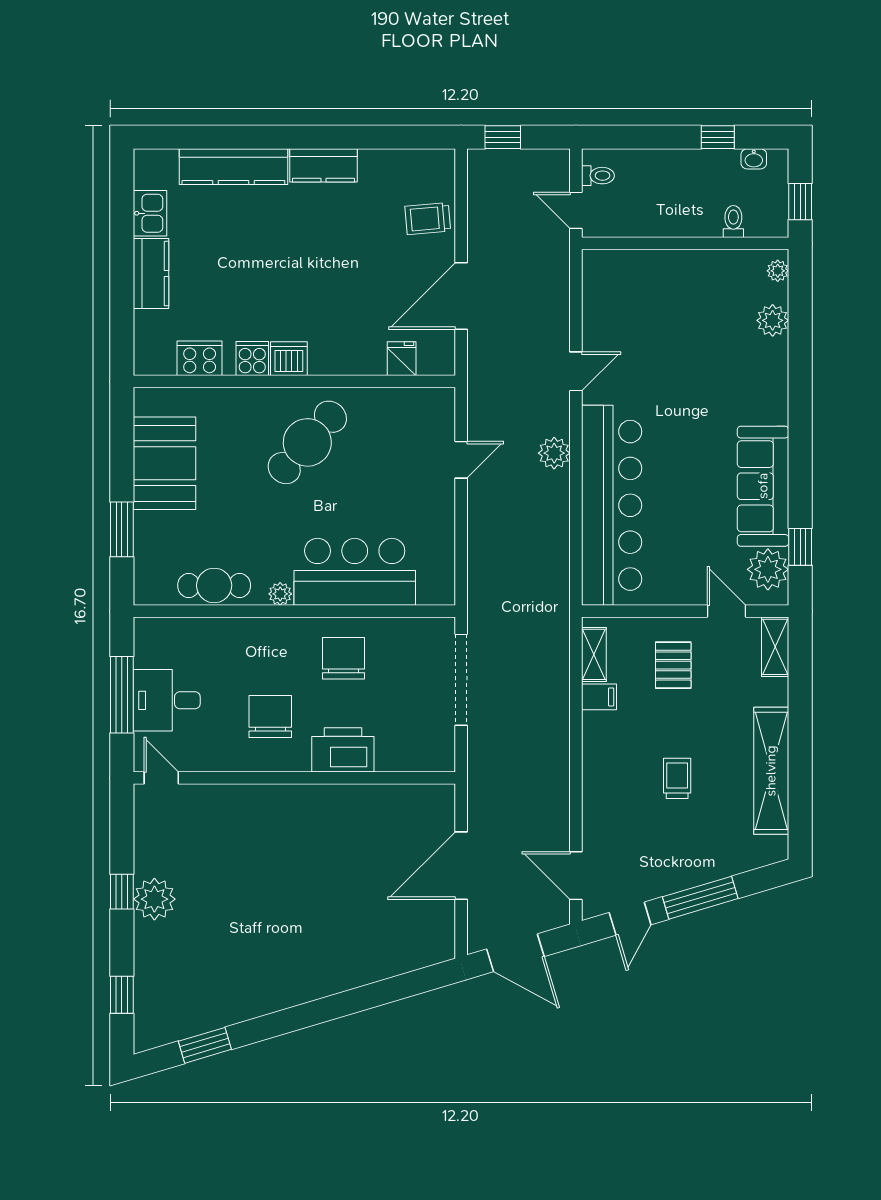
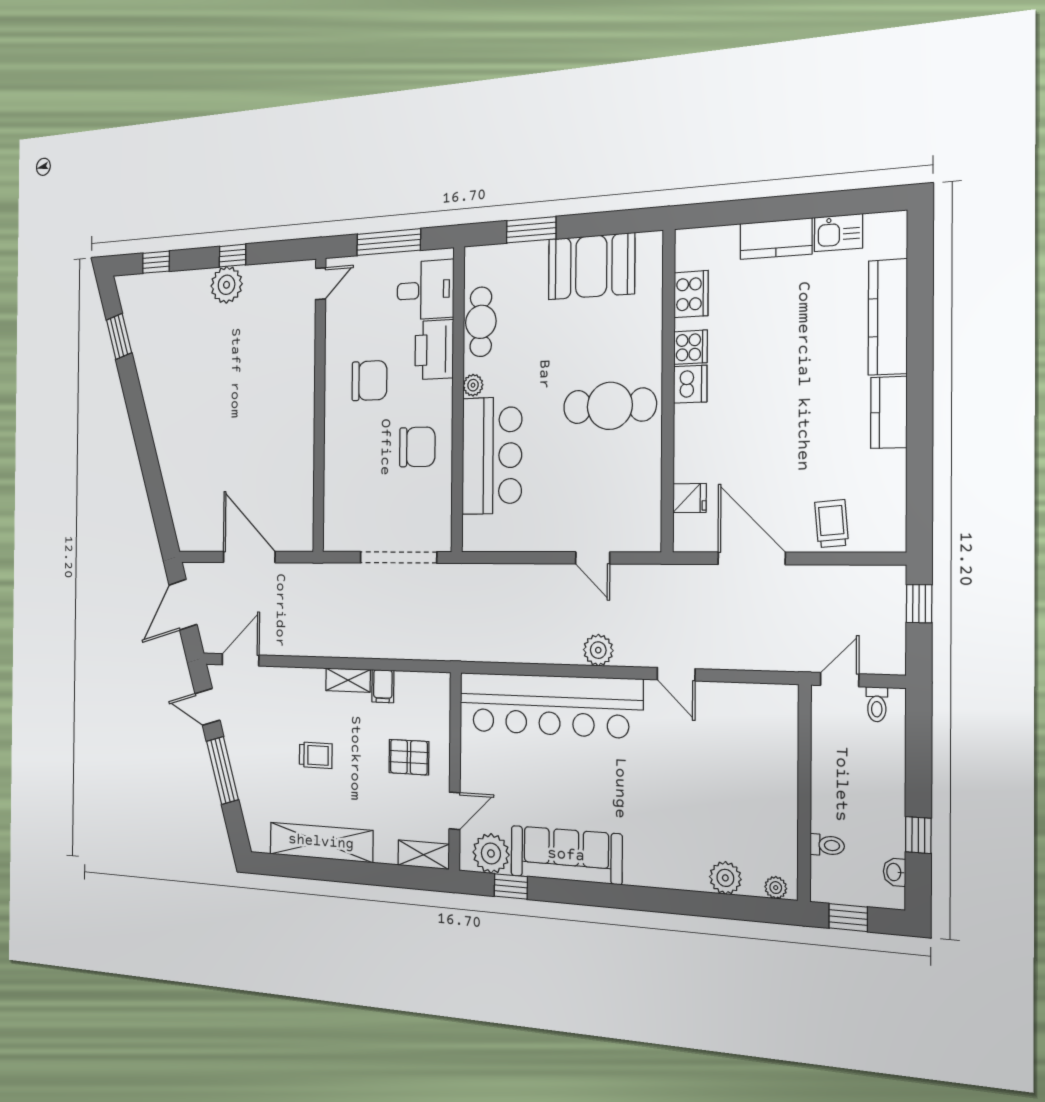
cafe table: (307, 442) -> (610, 406), turned -42
shelving: (594, 654) -> (348, 680), moved
desk: (167, 700) -> (425, 290), moved, turned 90
printer: (343, 750) -> (434, 350), moved, turned 180

